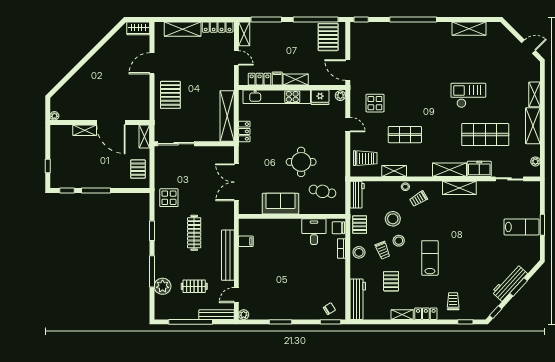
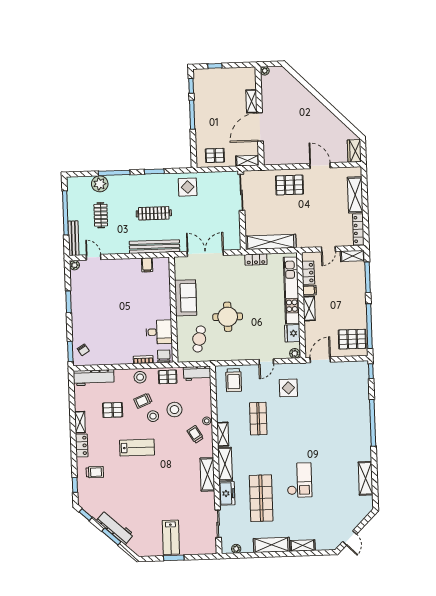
shelving: (394, 171) -> (223, 434), moved
bench: (228, 255) -> (154, 247), moved

